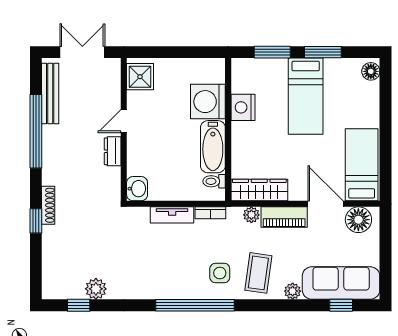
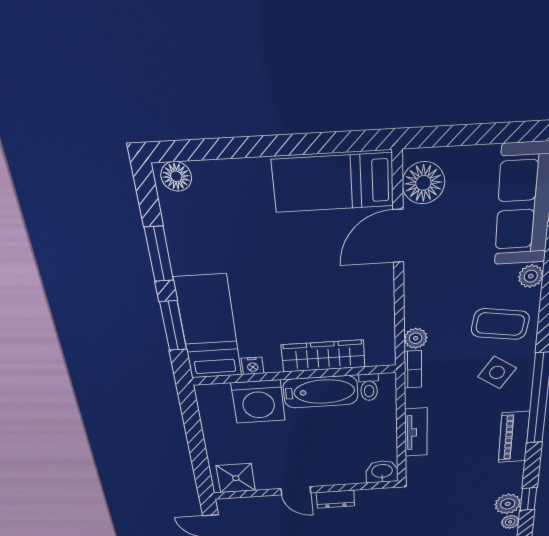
bed: (306, 96) -> (209, 328), moved, turned -90
nightstand: (243, 107) -> (253, 366), width x0.53, depth x0.56
wardrobe: (259, 190) -> (323, 356), moved, turned 90
bookcase: (210, 213) -> (413, 369), moved
piano: (284, 217) -> (514, 437), moved, turned 180
side table: (220, 273) -> (497, 372), turned 34
plant: (76, 292) -> (510, 522), added
window: (79, 305) -> (528, 499), moved

